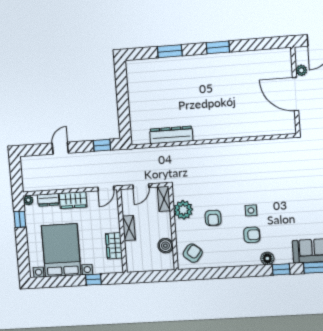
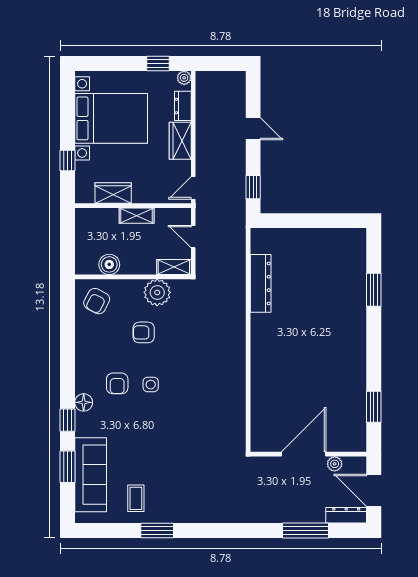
window: (218, 47) -> (374, 407), moved
door: (106, 189) -> (193, 188), hinge flipped
armchair: (193, 253) -> (97, 301), turned 80

